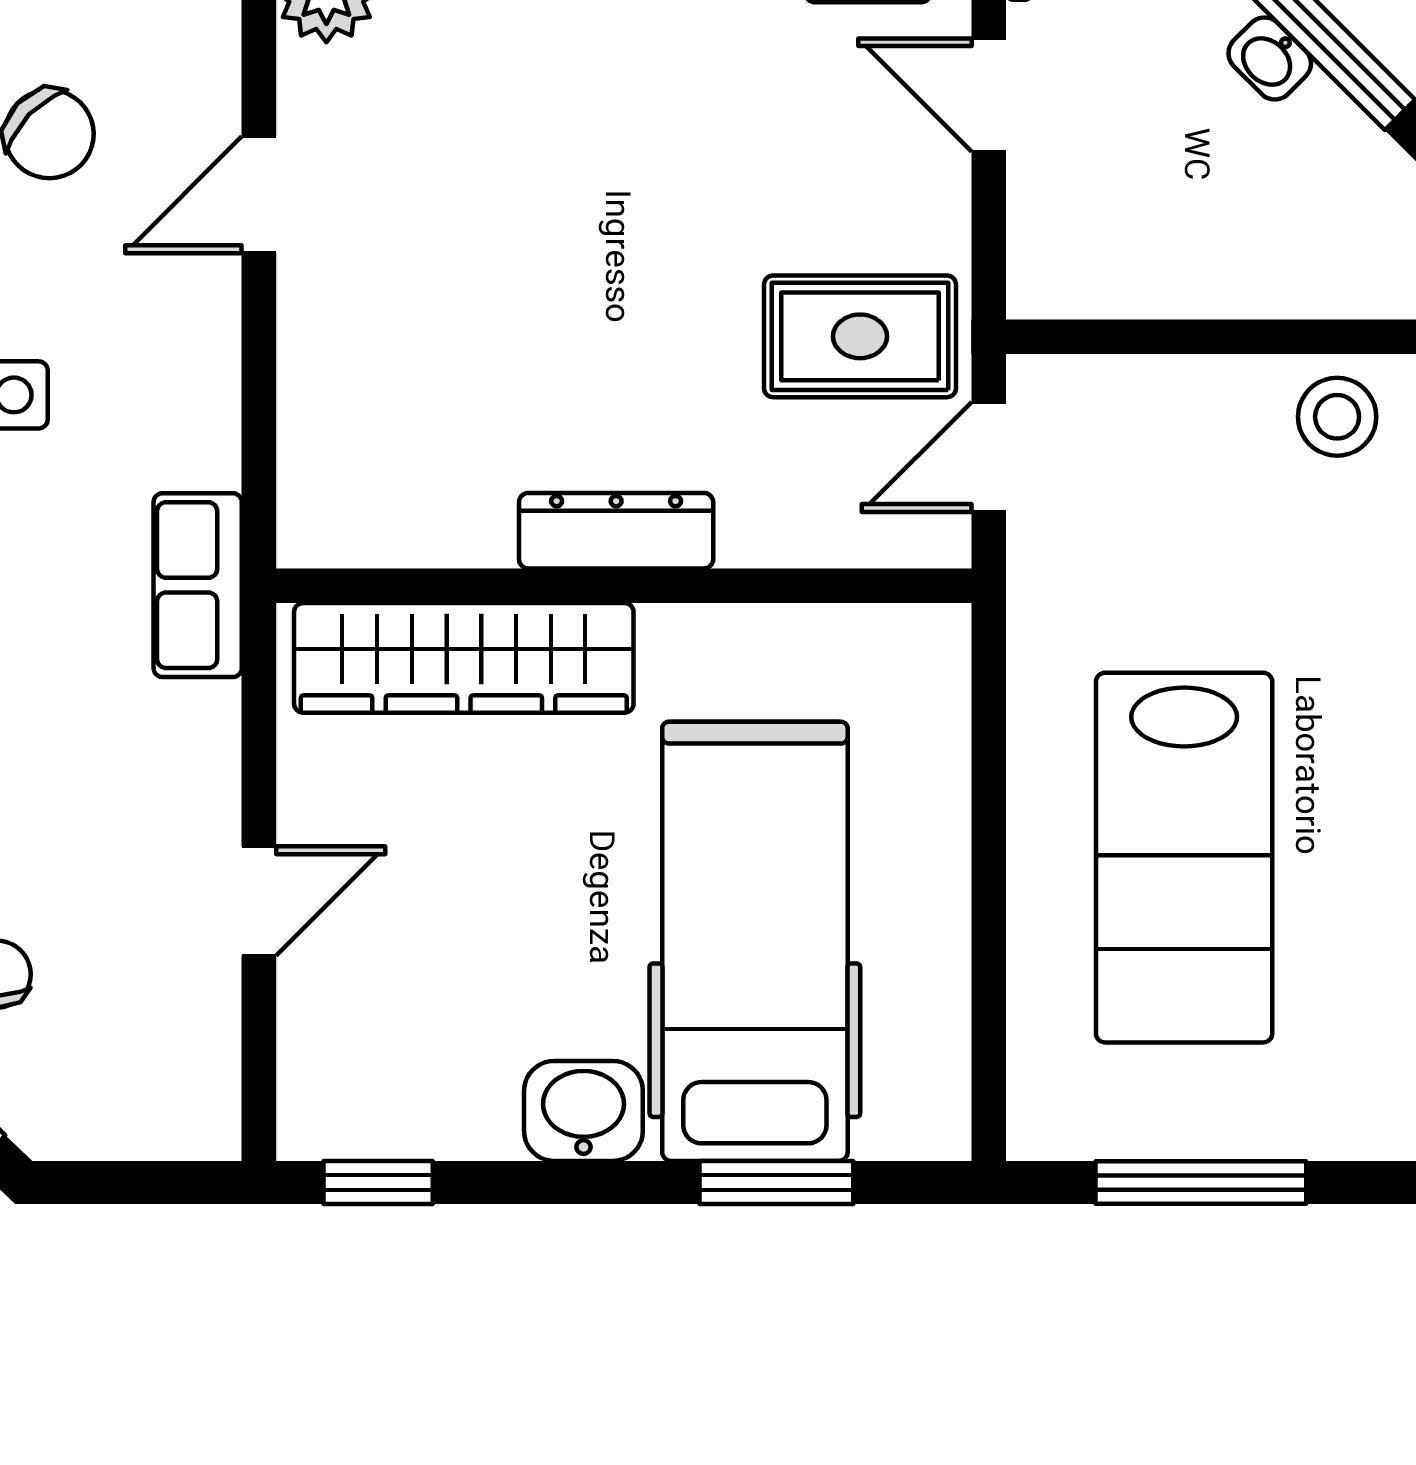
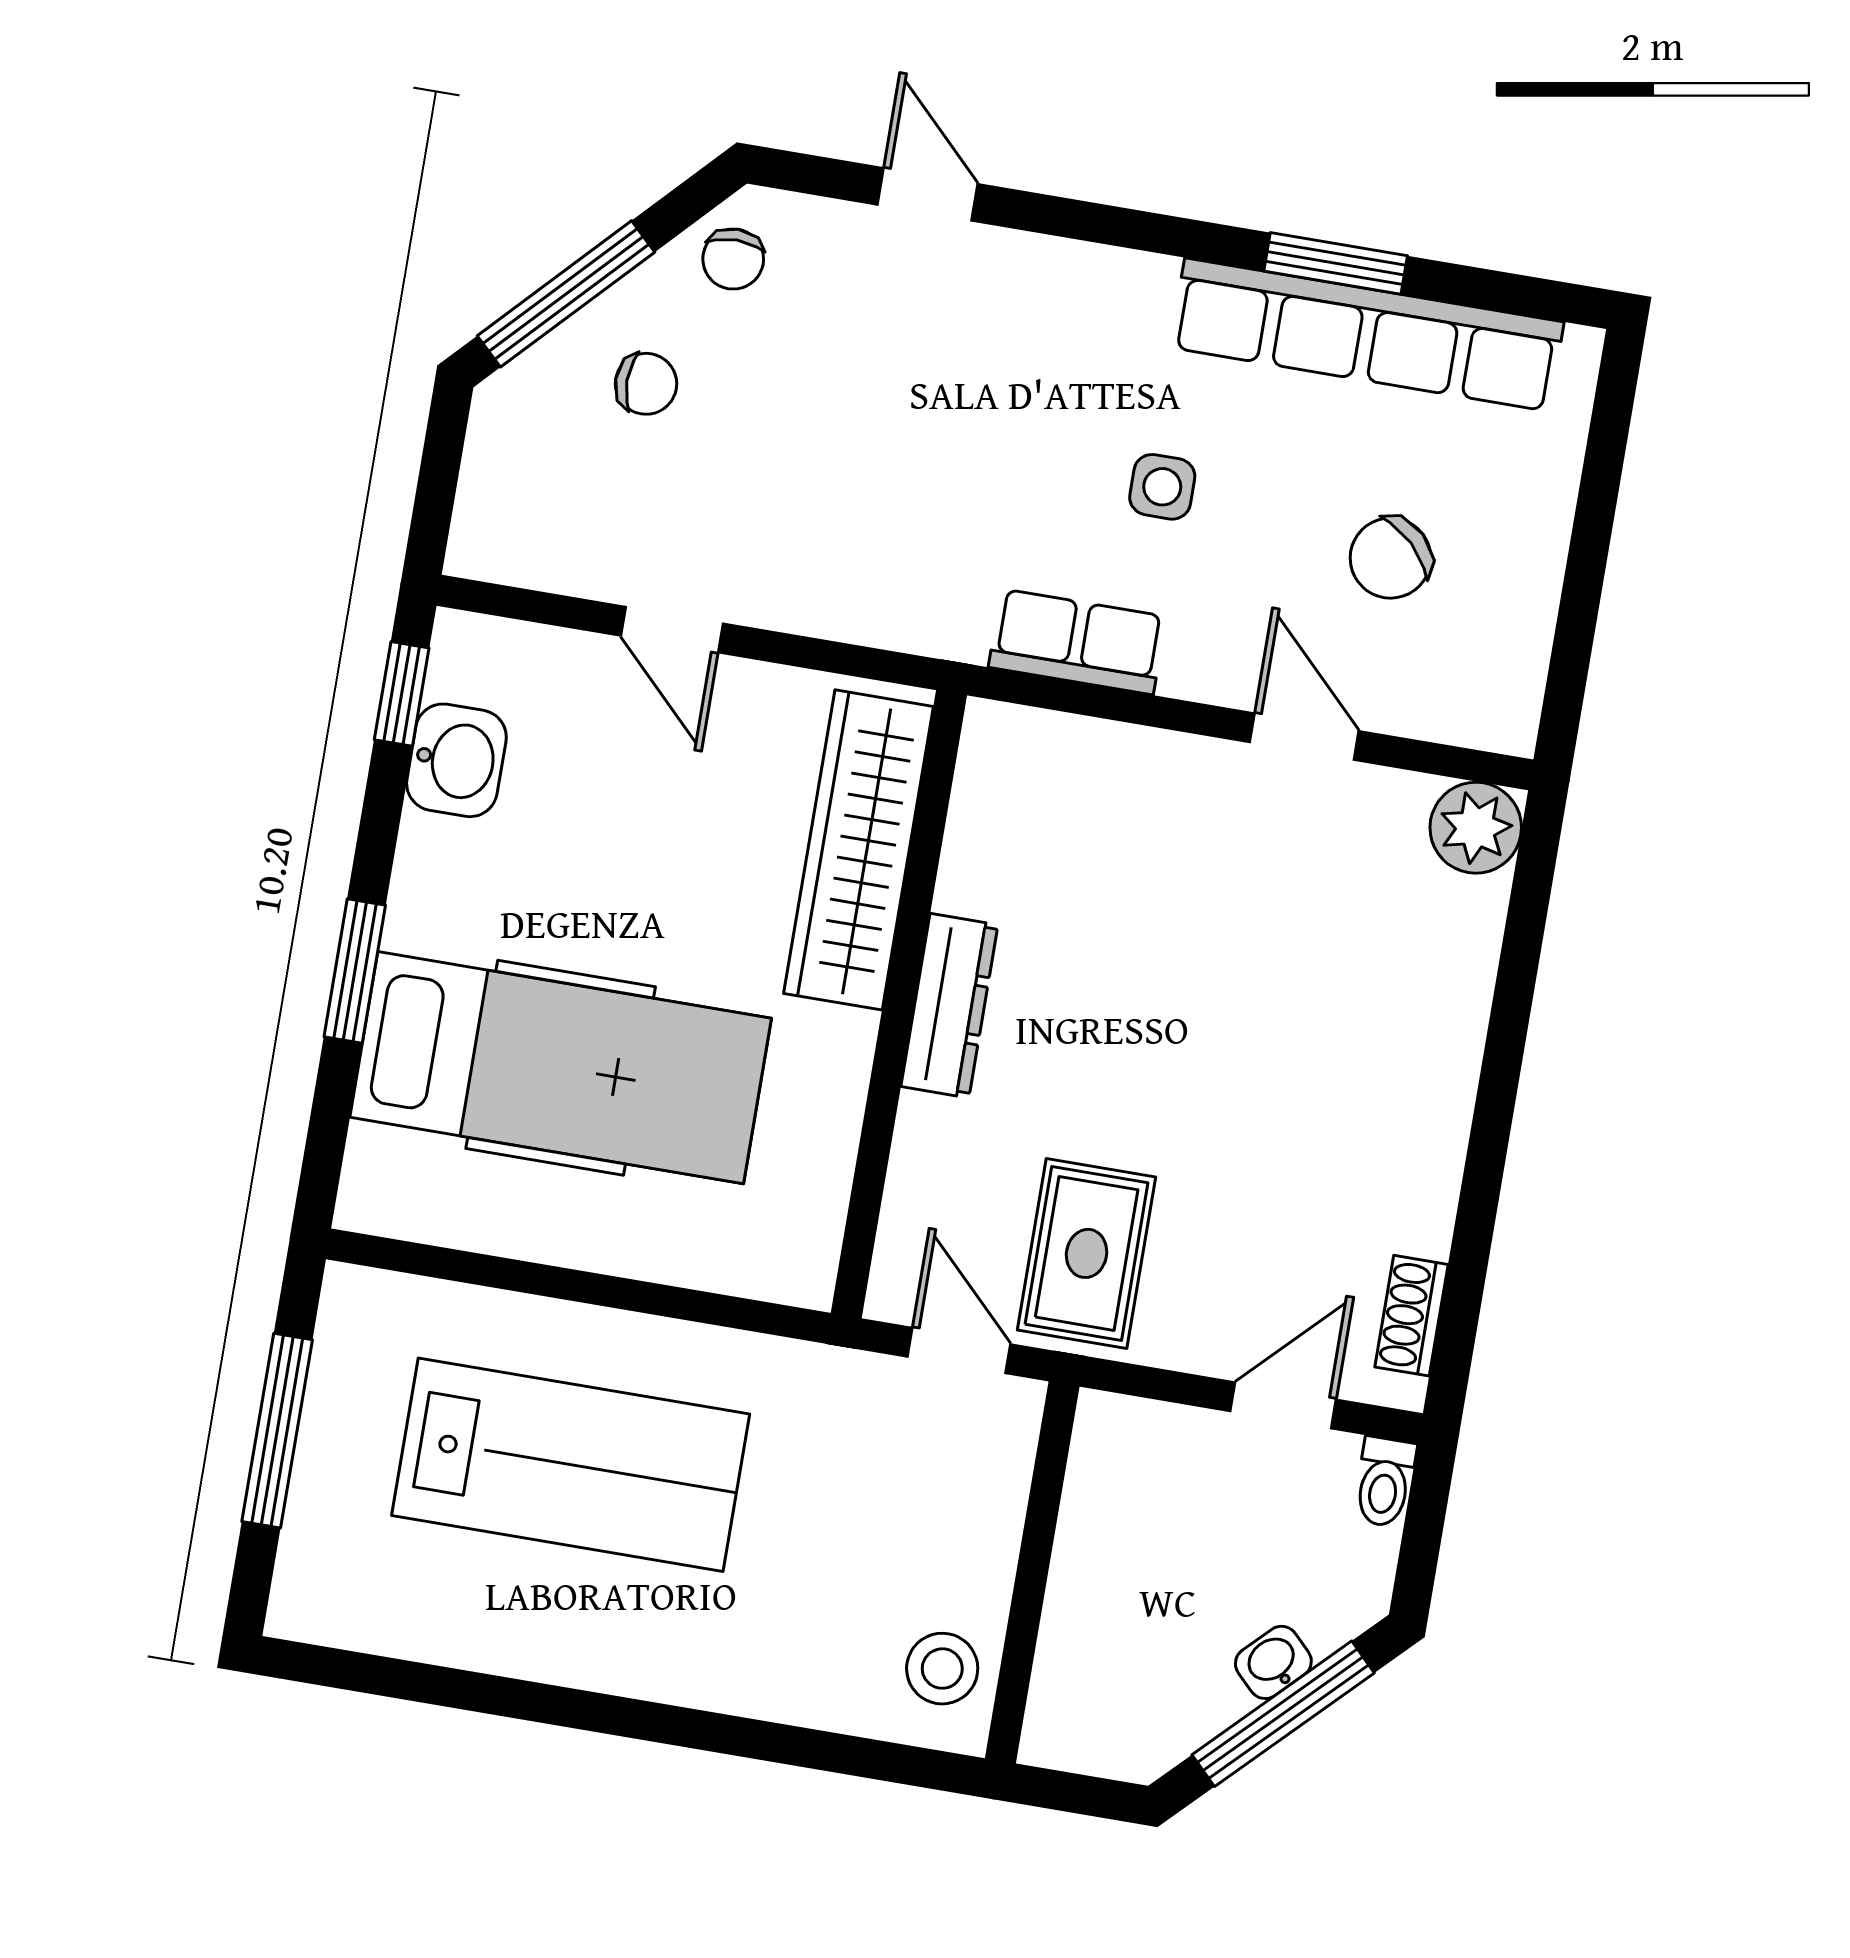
row of seats: (198, 585) -> (1077, 642), moved
lab bench: (1184, 858) -> (571, 1465), turned 180
washbasin: (583, 1111) -> (456, 760), moved
window: (776, 1183) -> (355, 971), moved

